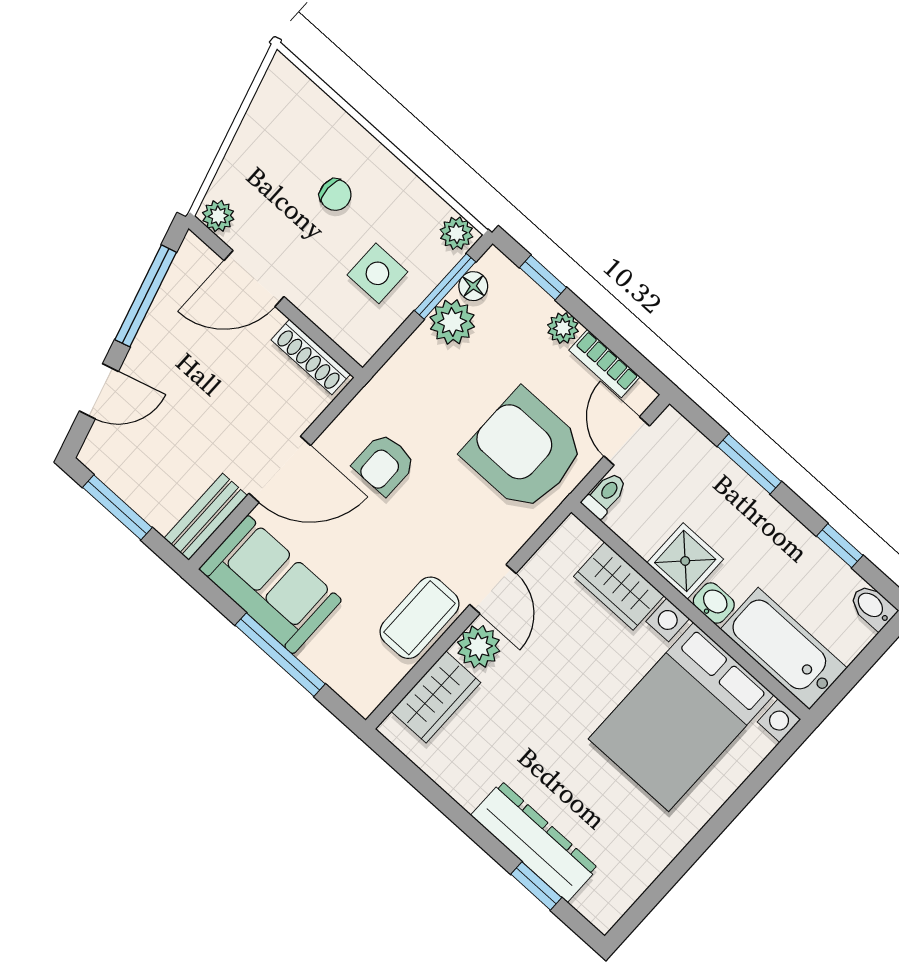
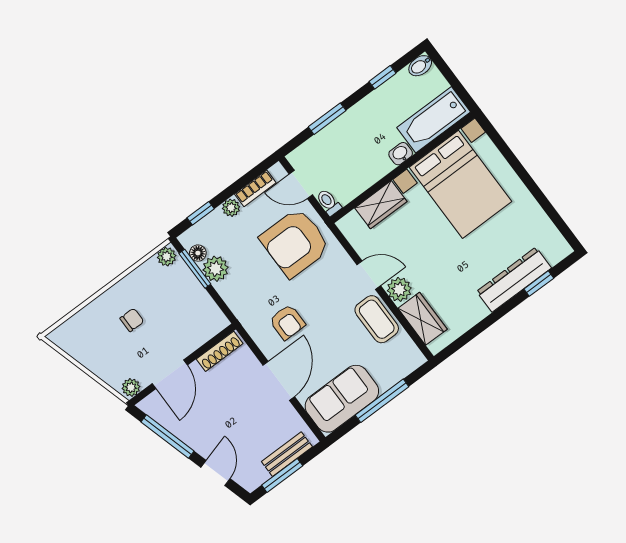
side table: (377, 273) -> (180, 305), removed
bench: (206, 517) -> (287, 454), moved, turned 90
shower: (685, 561) -> (374, 165), removed

